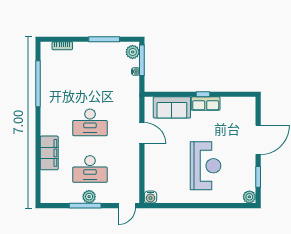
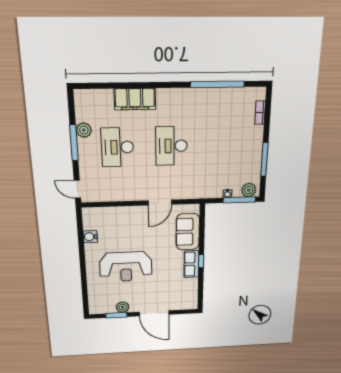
plant: (89, 197) -> (84, 130), moved
water cooler: (150, 197) -> (90, 237), moved
plant: (249, 197) -> (123, 307), moved

